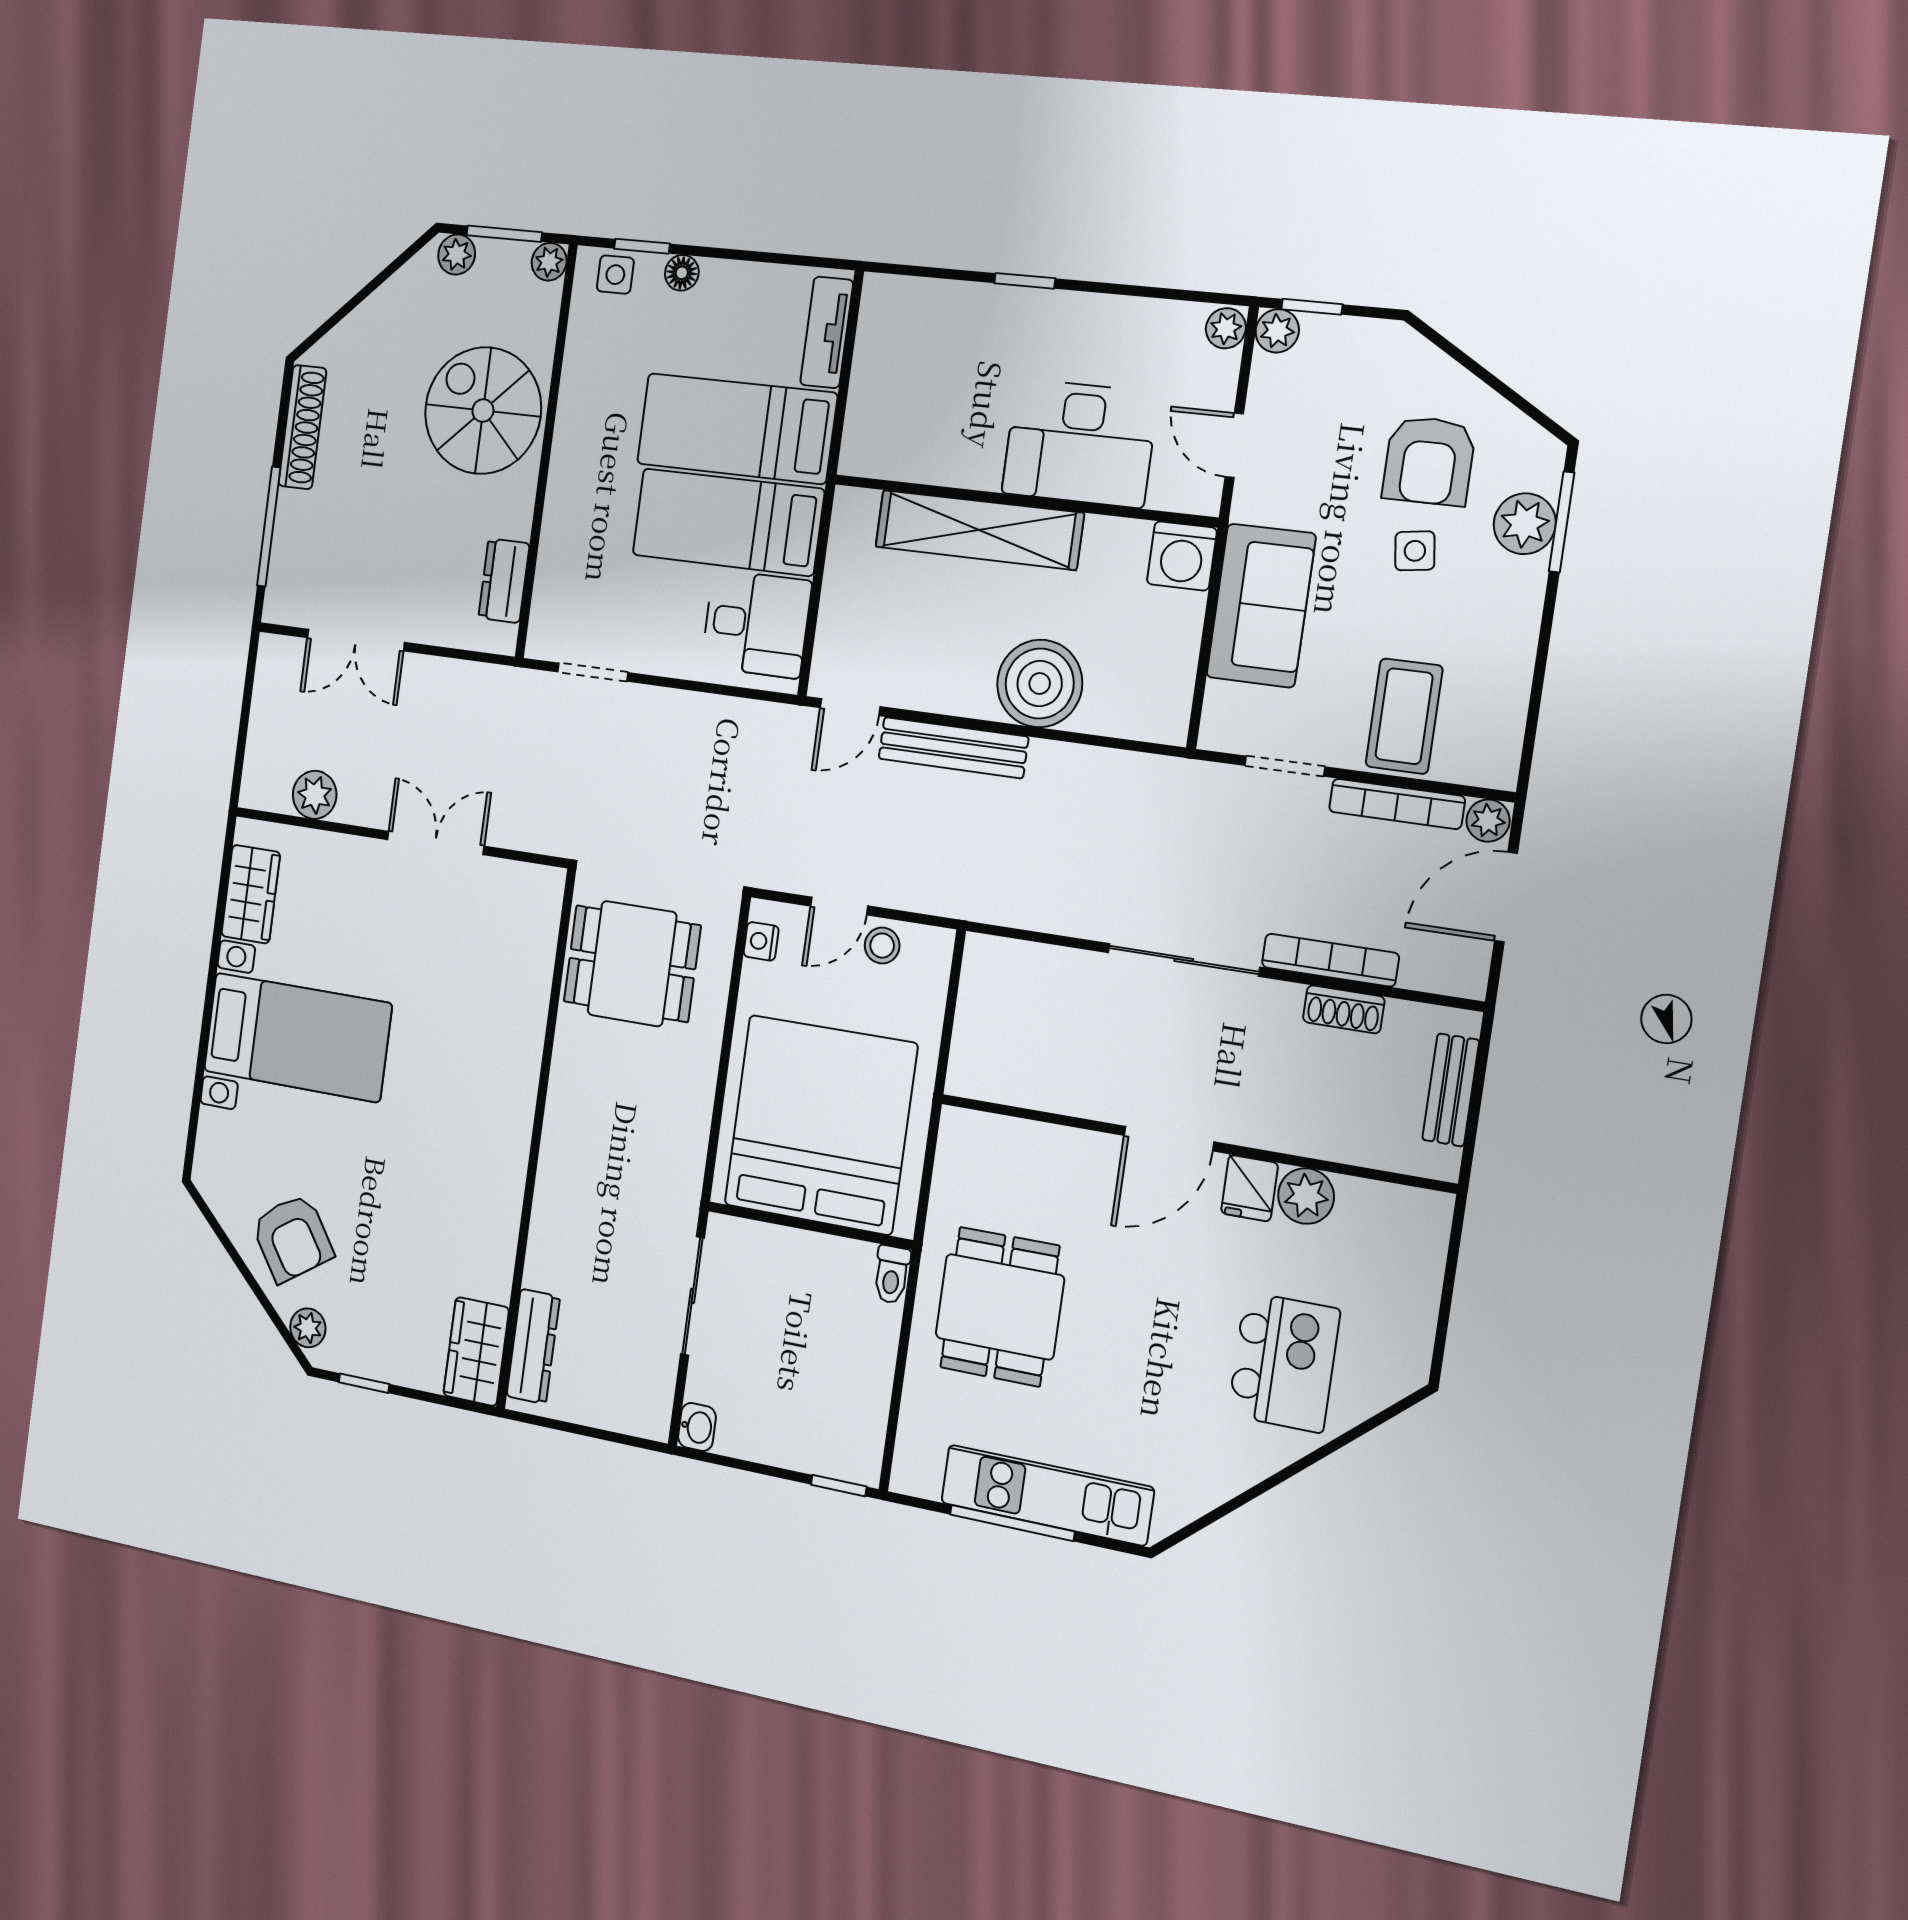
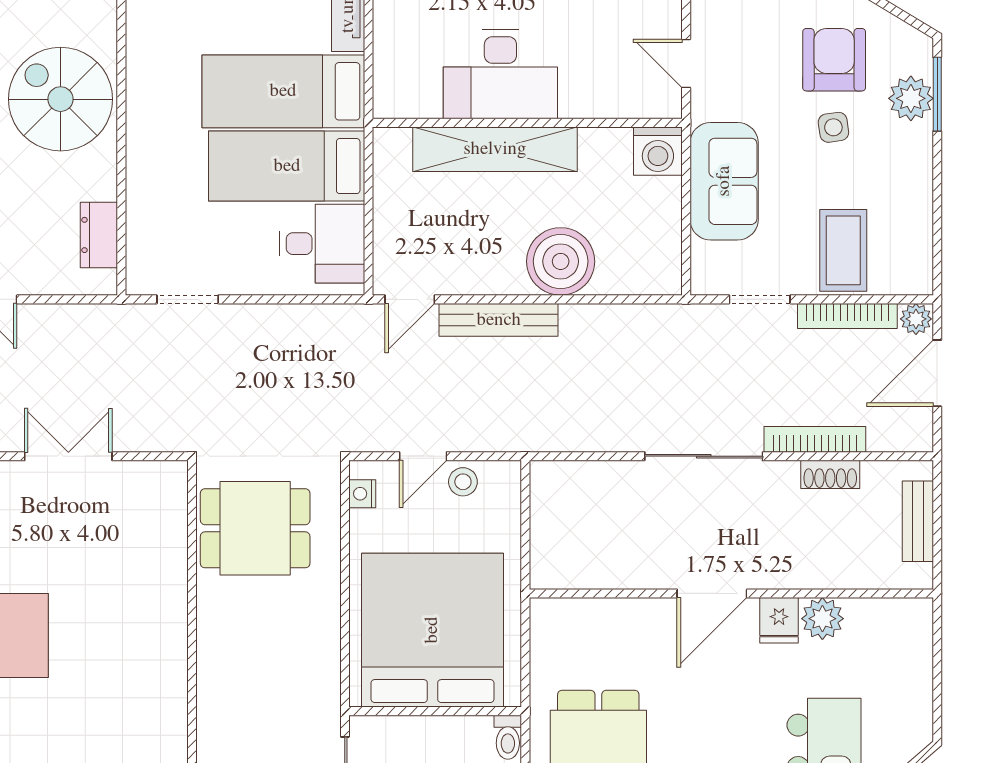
desk: (1080, 443) -> (500, 74), moved
armchair: (1429, 461) -> (834, 60), turned 180

